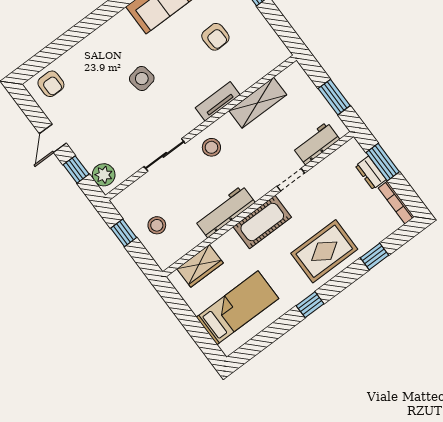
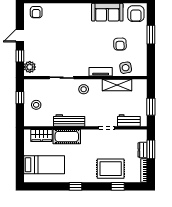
side table: (142, 79) -> (126, 68), moved
cot: (262, 222) -> (67, 137), moved
rug: (324, 251) -> (111, 169), moved

